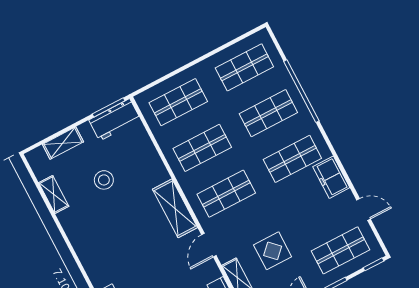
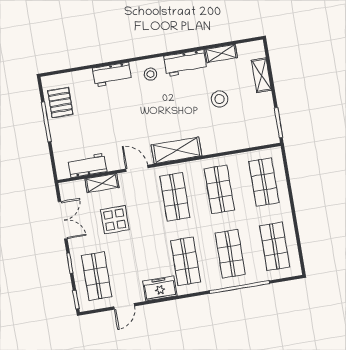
workbench: (115, 120) -> (185, 63), moved, turned -90
stool: (101, 264) -> (150, 74), added

